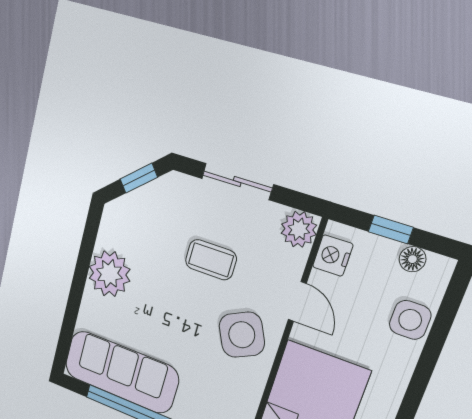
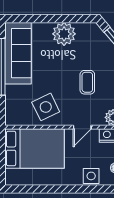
side table: (242, 335) -> (46, 107), moved

